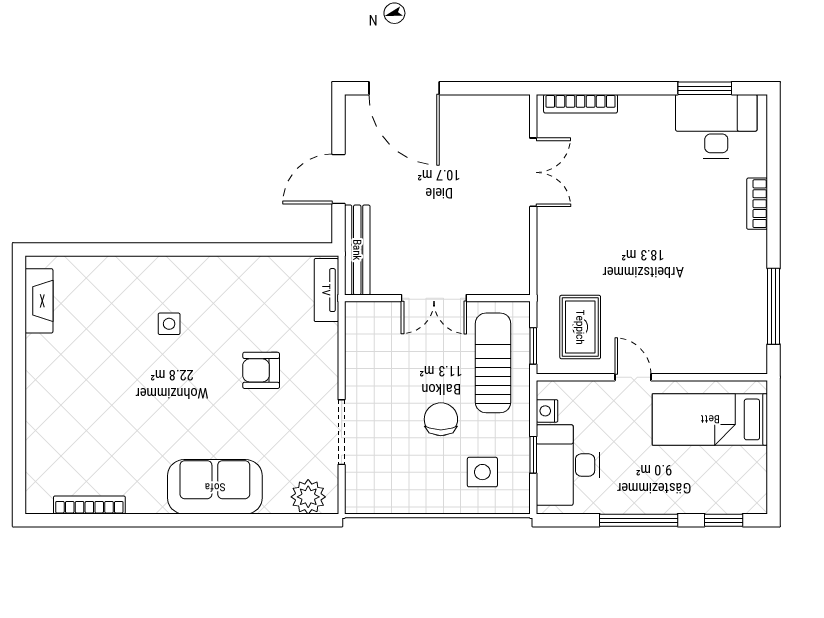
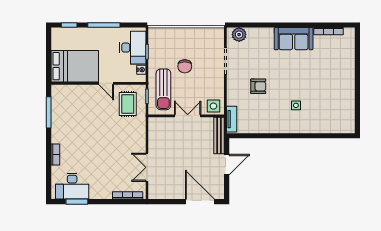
fireplace: (39, 301) -> (349, 115), removed
bed: (710, 419) -> (75, 66), width x1.50
side table: (482, 472) -> (213, 106), moved
sofa: (215, 487) -> (294, 39), moved

